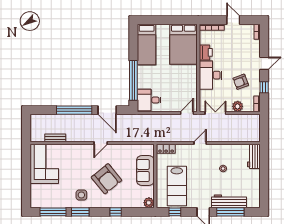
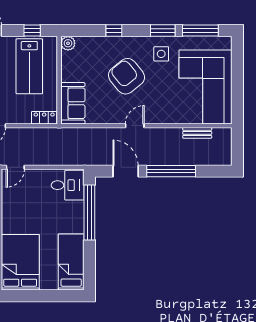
corner sofa: (44, 164) -> (205, 87), width x1.36, depth x1.36
sofa: (145, 170) -> (73, 103), moved
lab bench: (177, 186) -> (29, 66), turned 180

